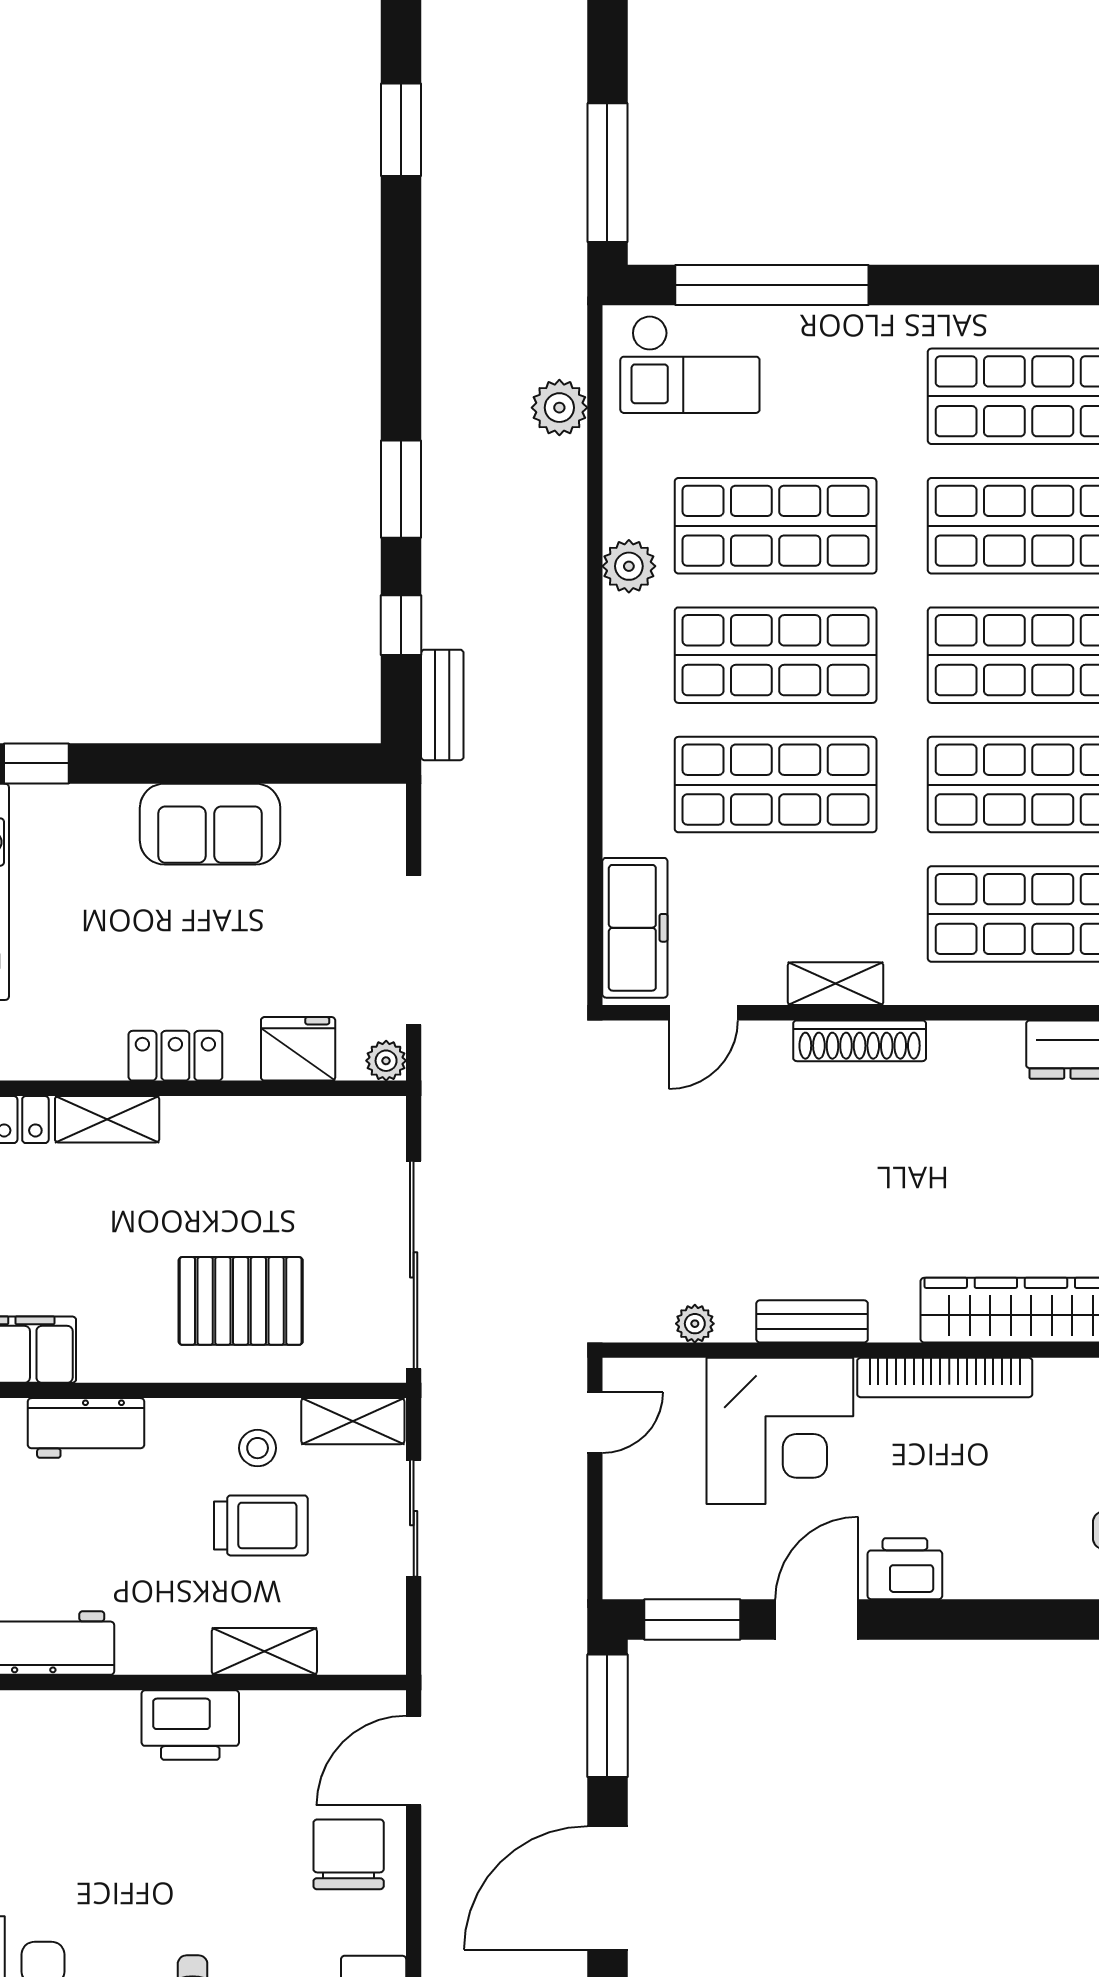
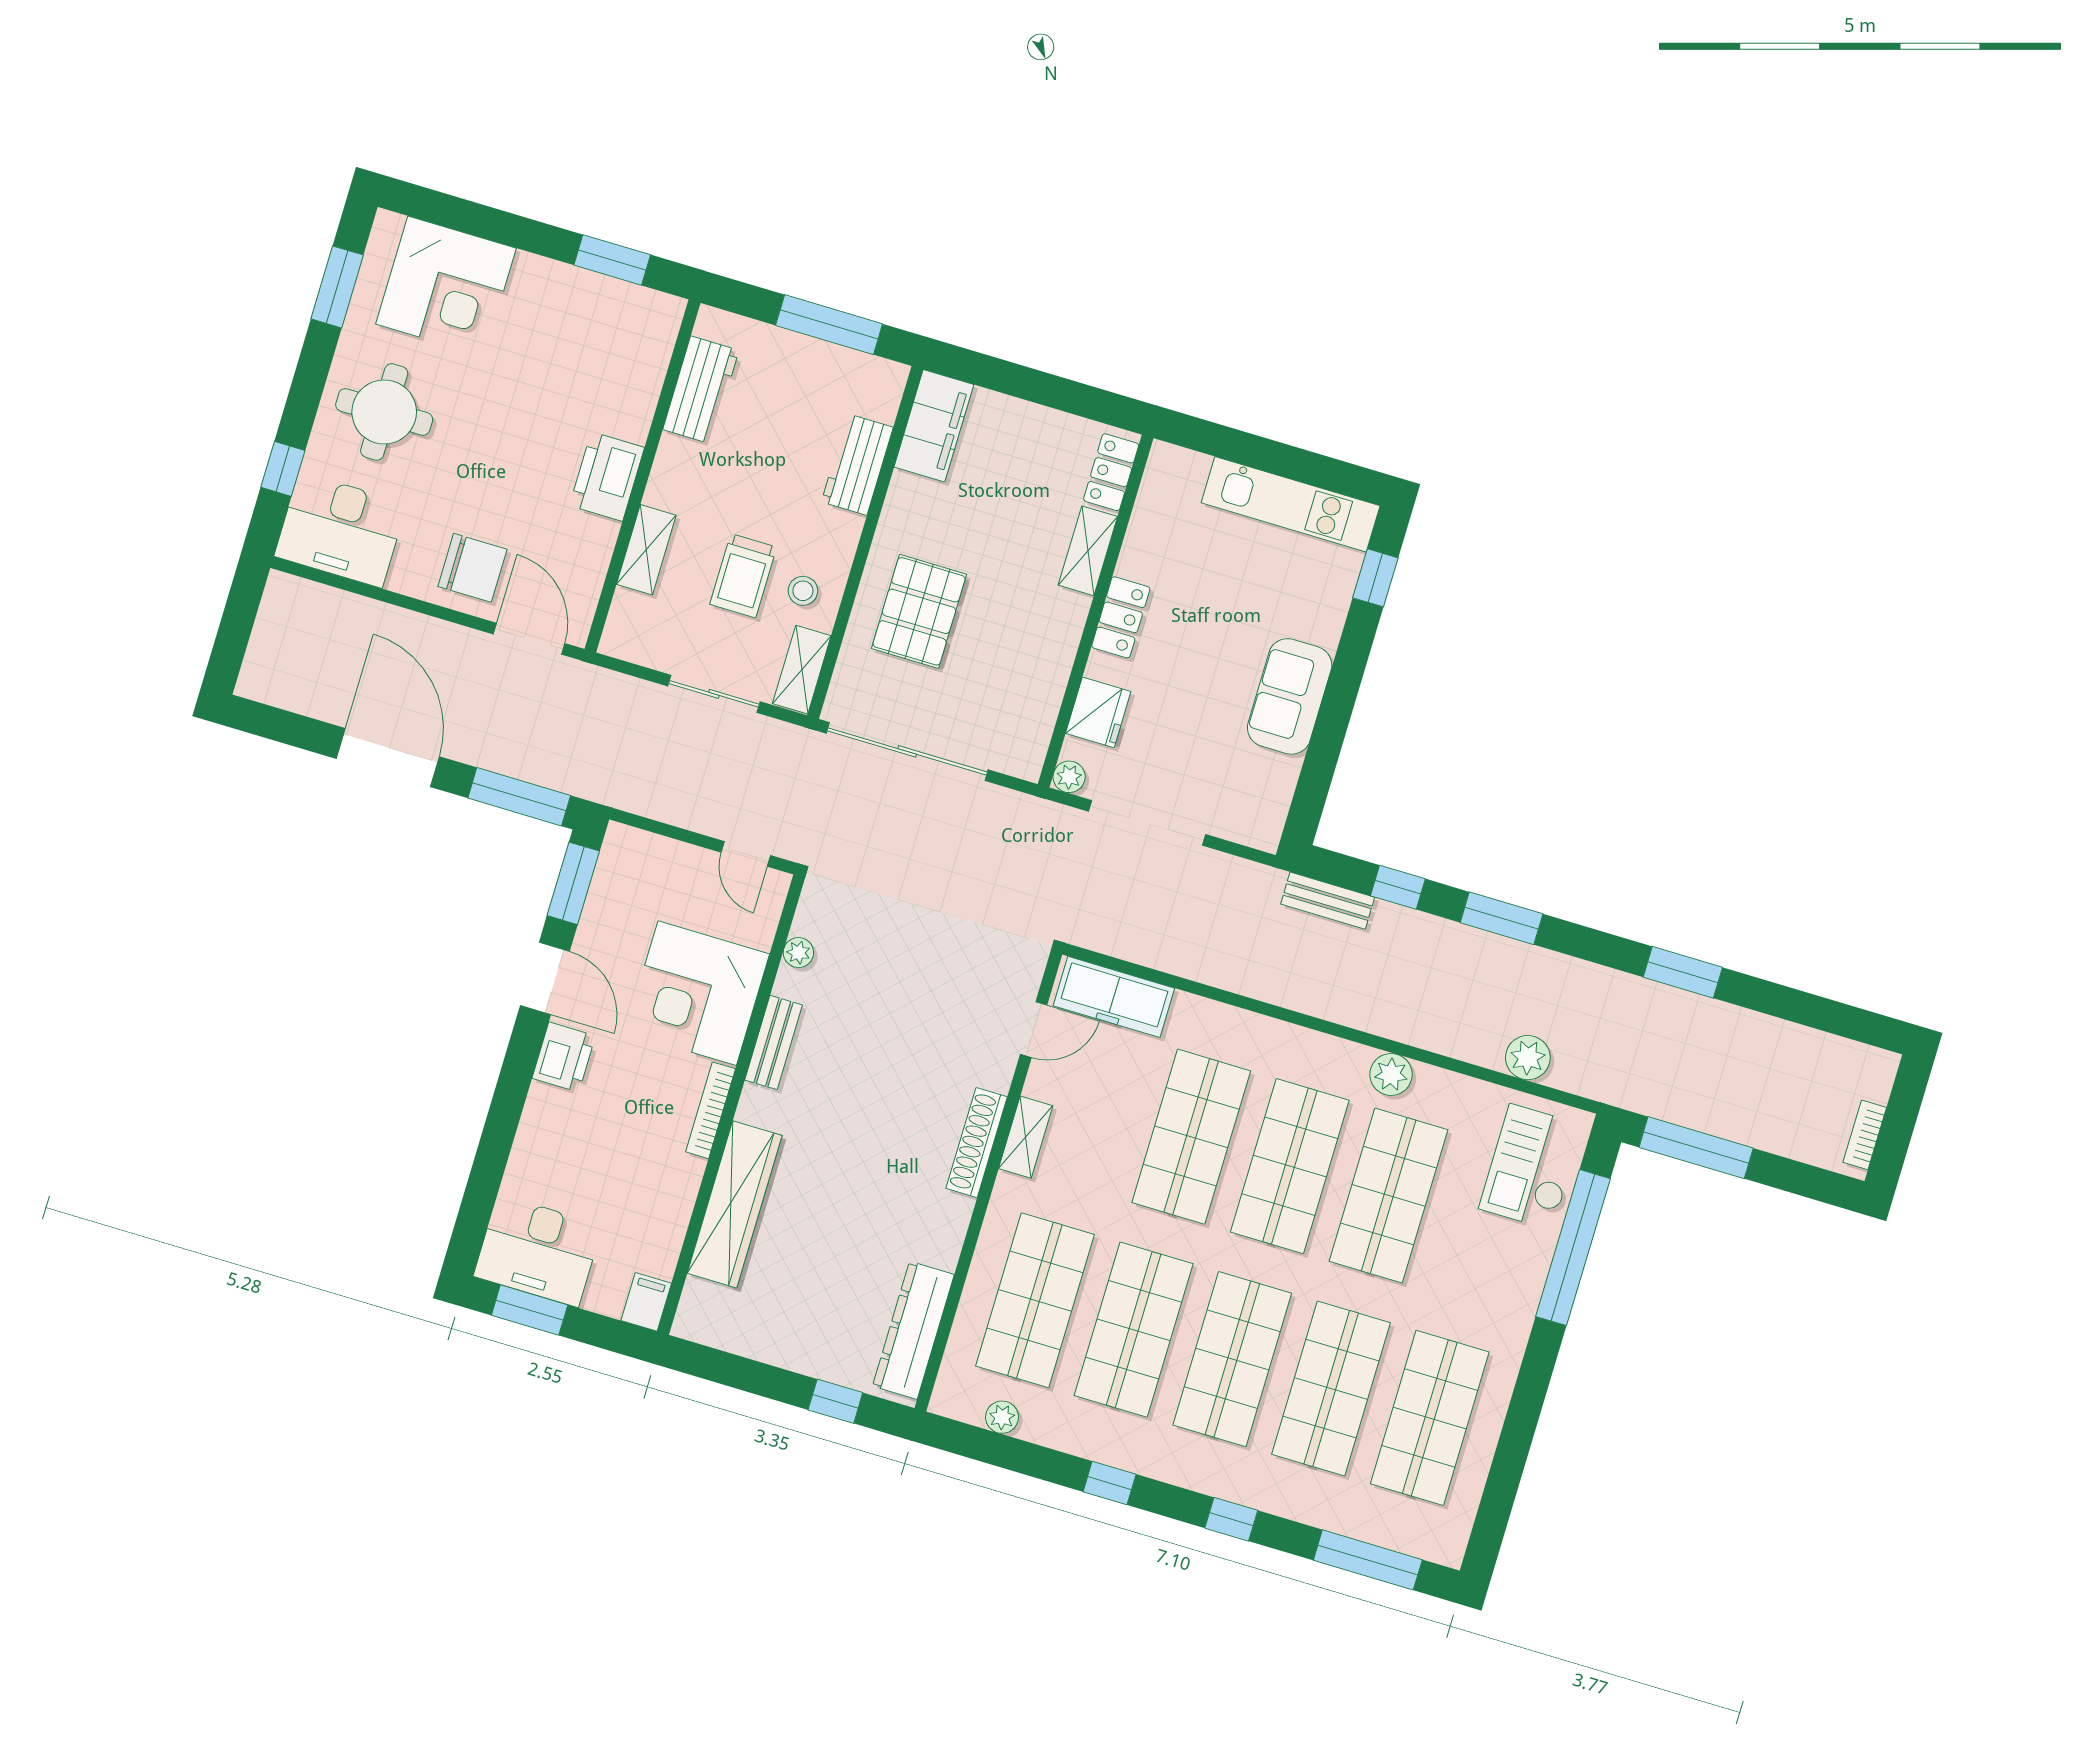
window: (401, 130) -> (1683, 972), moved
door: (703, 1013) -> (1034, 1030), swing flipped
bookcase: (945, 1378) -> (711, 1110), width x0.68, depth x0.76

